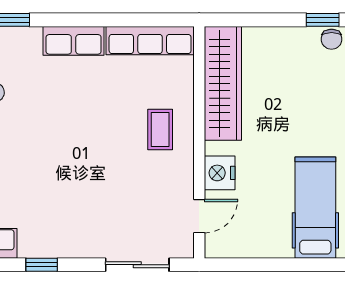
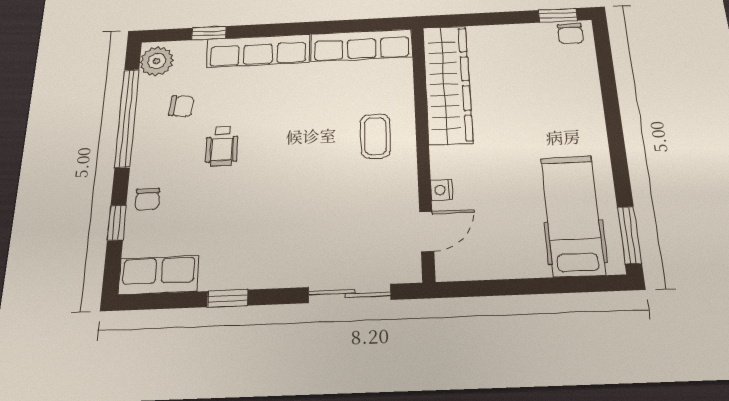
row of seats: (74, 41) -> (258, 51), width x1.48
wheelchair: (31, 132) -> (222, 146), added
nightstand: (220, 173) -> (442, 190), width x0.53, depth x0.56

